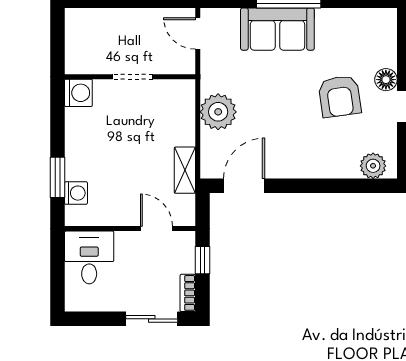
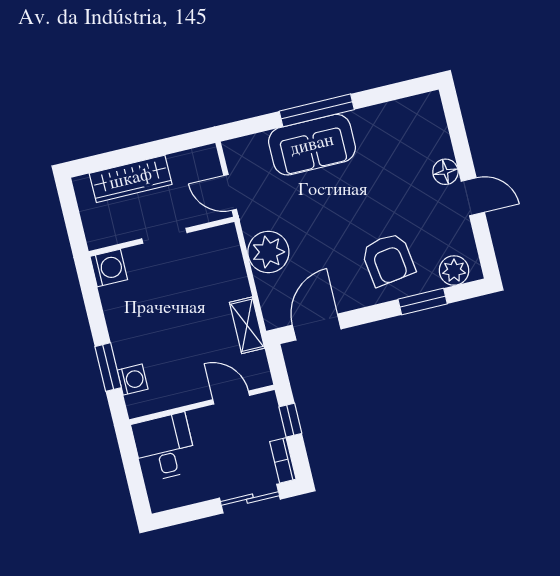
wardrobe: (115, 21) -> (131, 179), added
door: (198, 33) -> (230, 192), moved
armchair: (340, 96) -> (388, 259), moved
window: (340, 186) -> (423, 302), added

